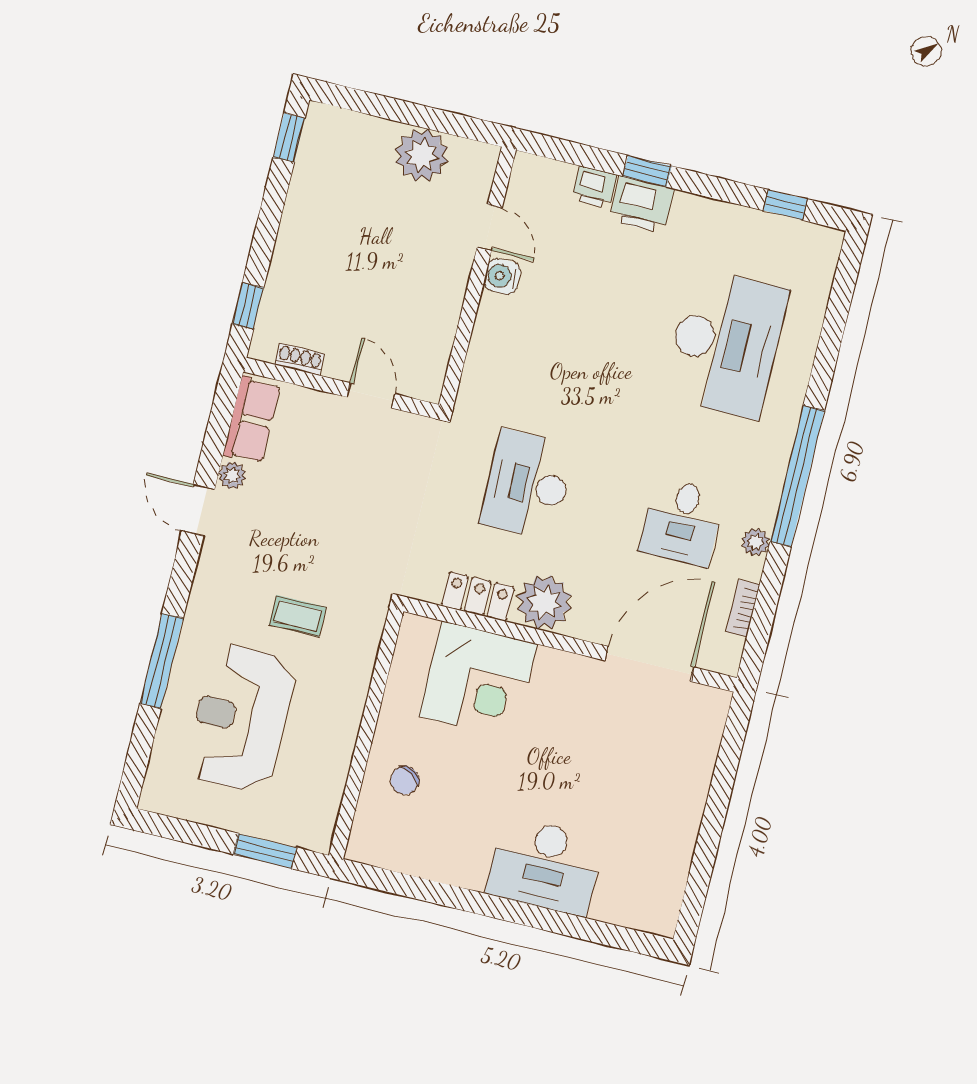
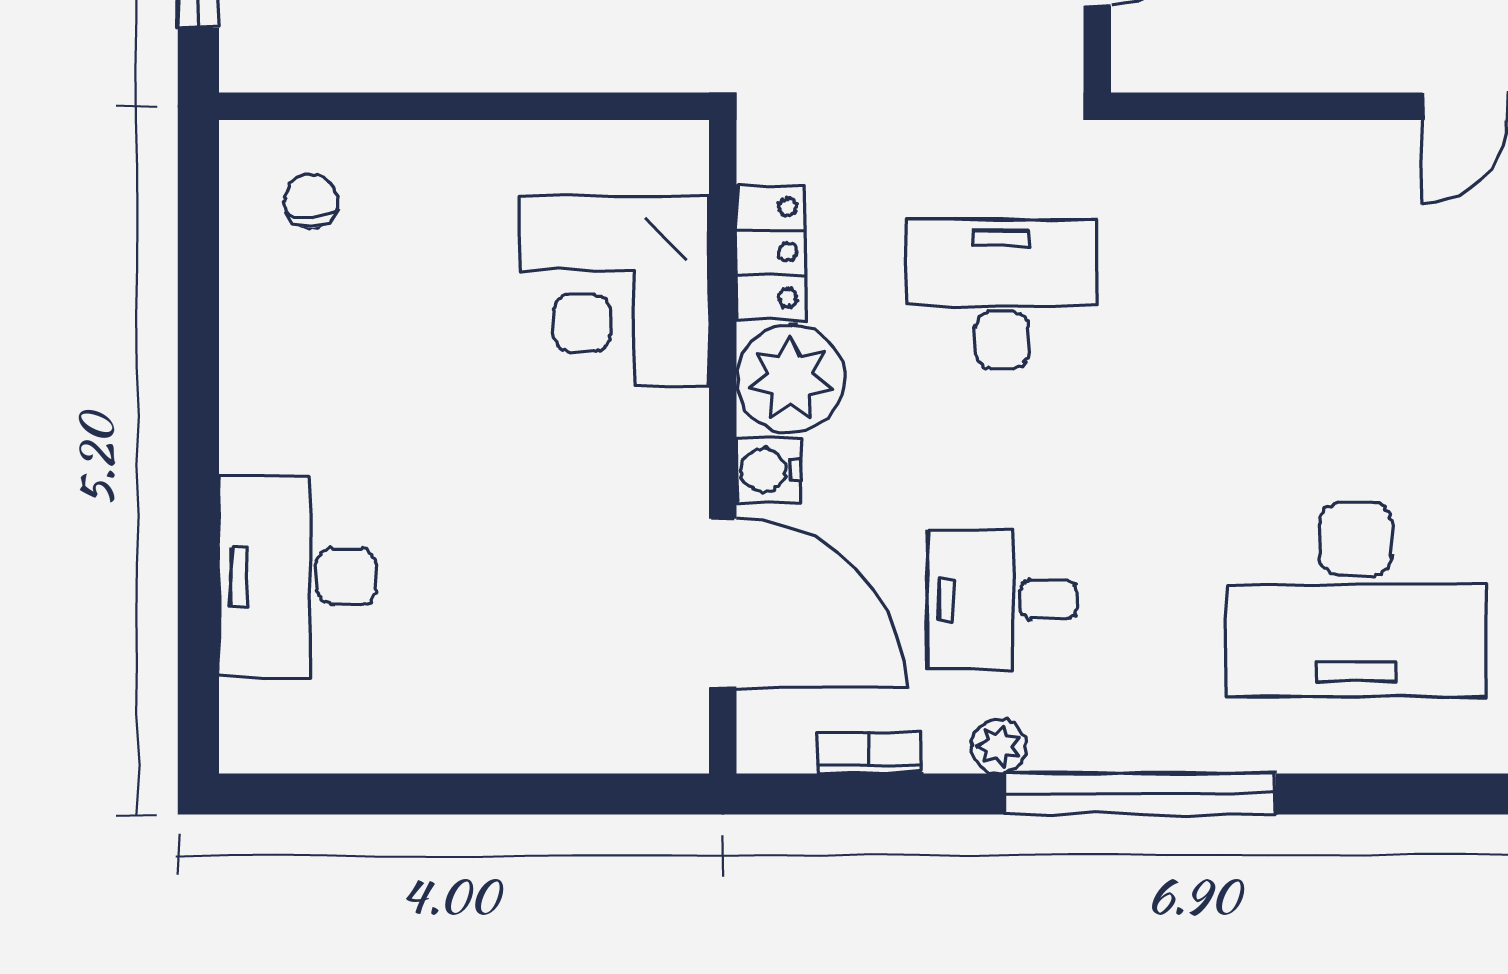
water cooler: (502, 276) -> (769, 470), moved, turned -90
chair: (405, 780) -> (311, 201), moved, turned 52
desk: (545, 866) -> (298, 577), moved

